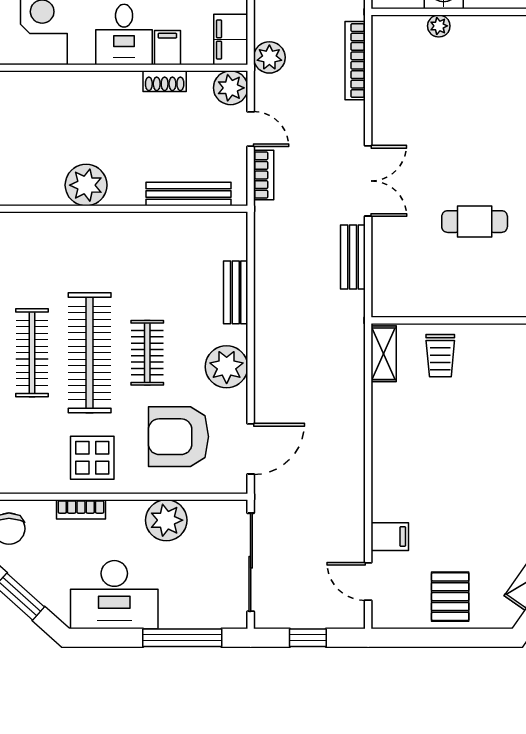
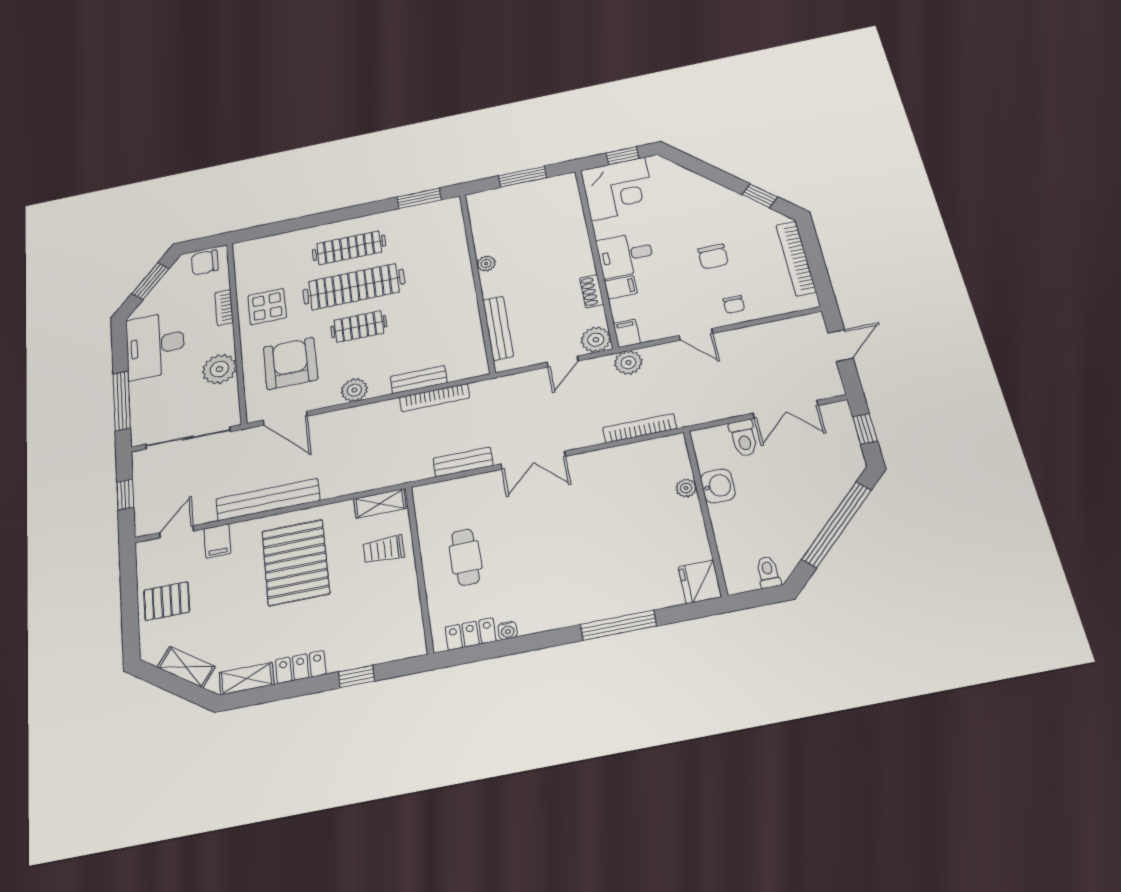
filing cabinet: (231, 40) -> (627, 333), width x0.50
bookcase: (264, 175) -> (434, 398), moved, width x1.56
plant: (86, 185) -> (486, 264), width x0.53, depth x0.53
cafe table: (475, 222) -> (466, 557), moved
plant: (227, 367) -> (354, 390), width x0.73, depth x0.73
pallet: (435, 452) -> (296, 562), added
bench: (351, 477) -> (268, 500), added

